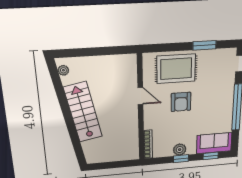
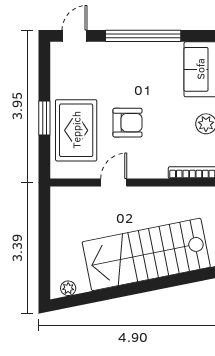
window: (204, 45) -> (44, 118), moved
stairs: (83, 112) -> (146, 254), width x1.36, depth x1.51

